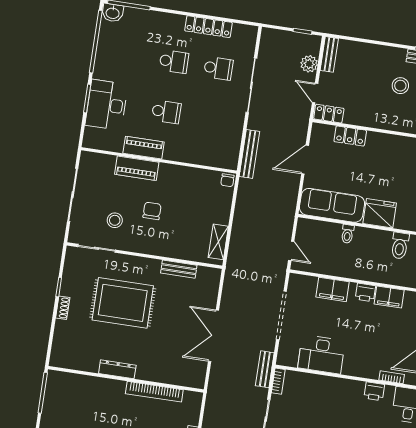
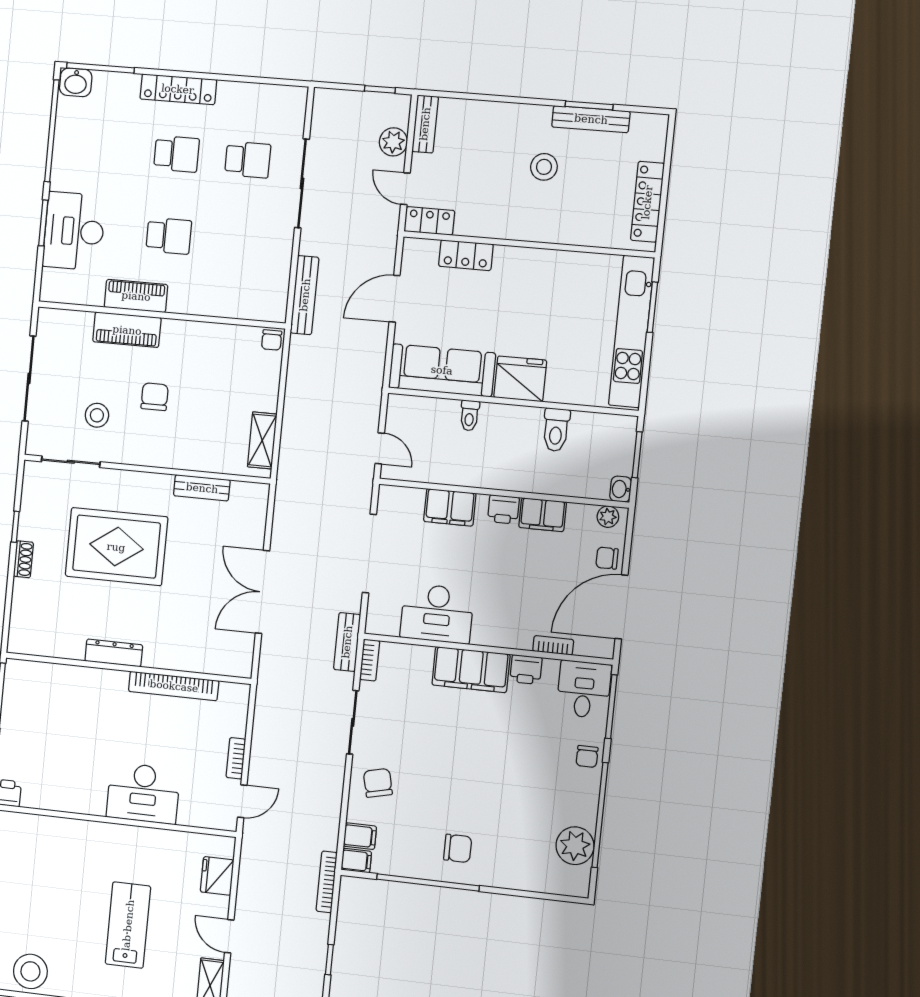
locker: (208, 27) -> (178, 89), moved
filing cabinet: (341, 390) -> (471, 670), added

